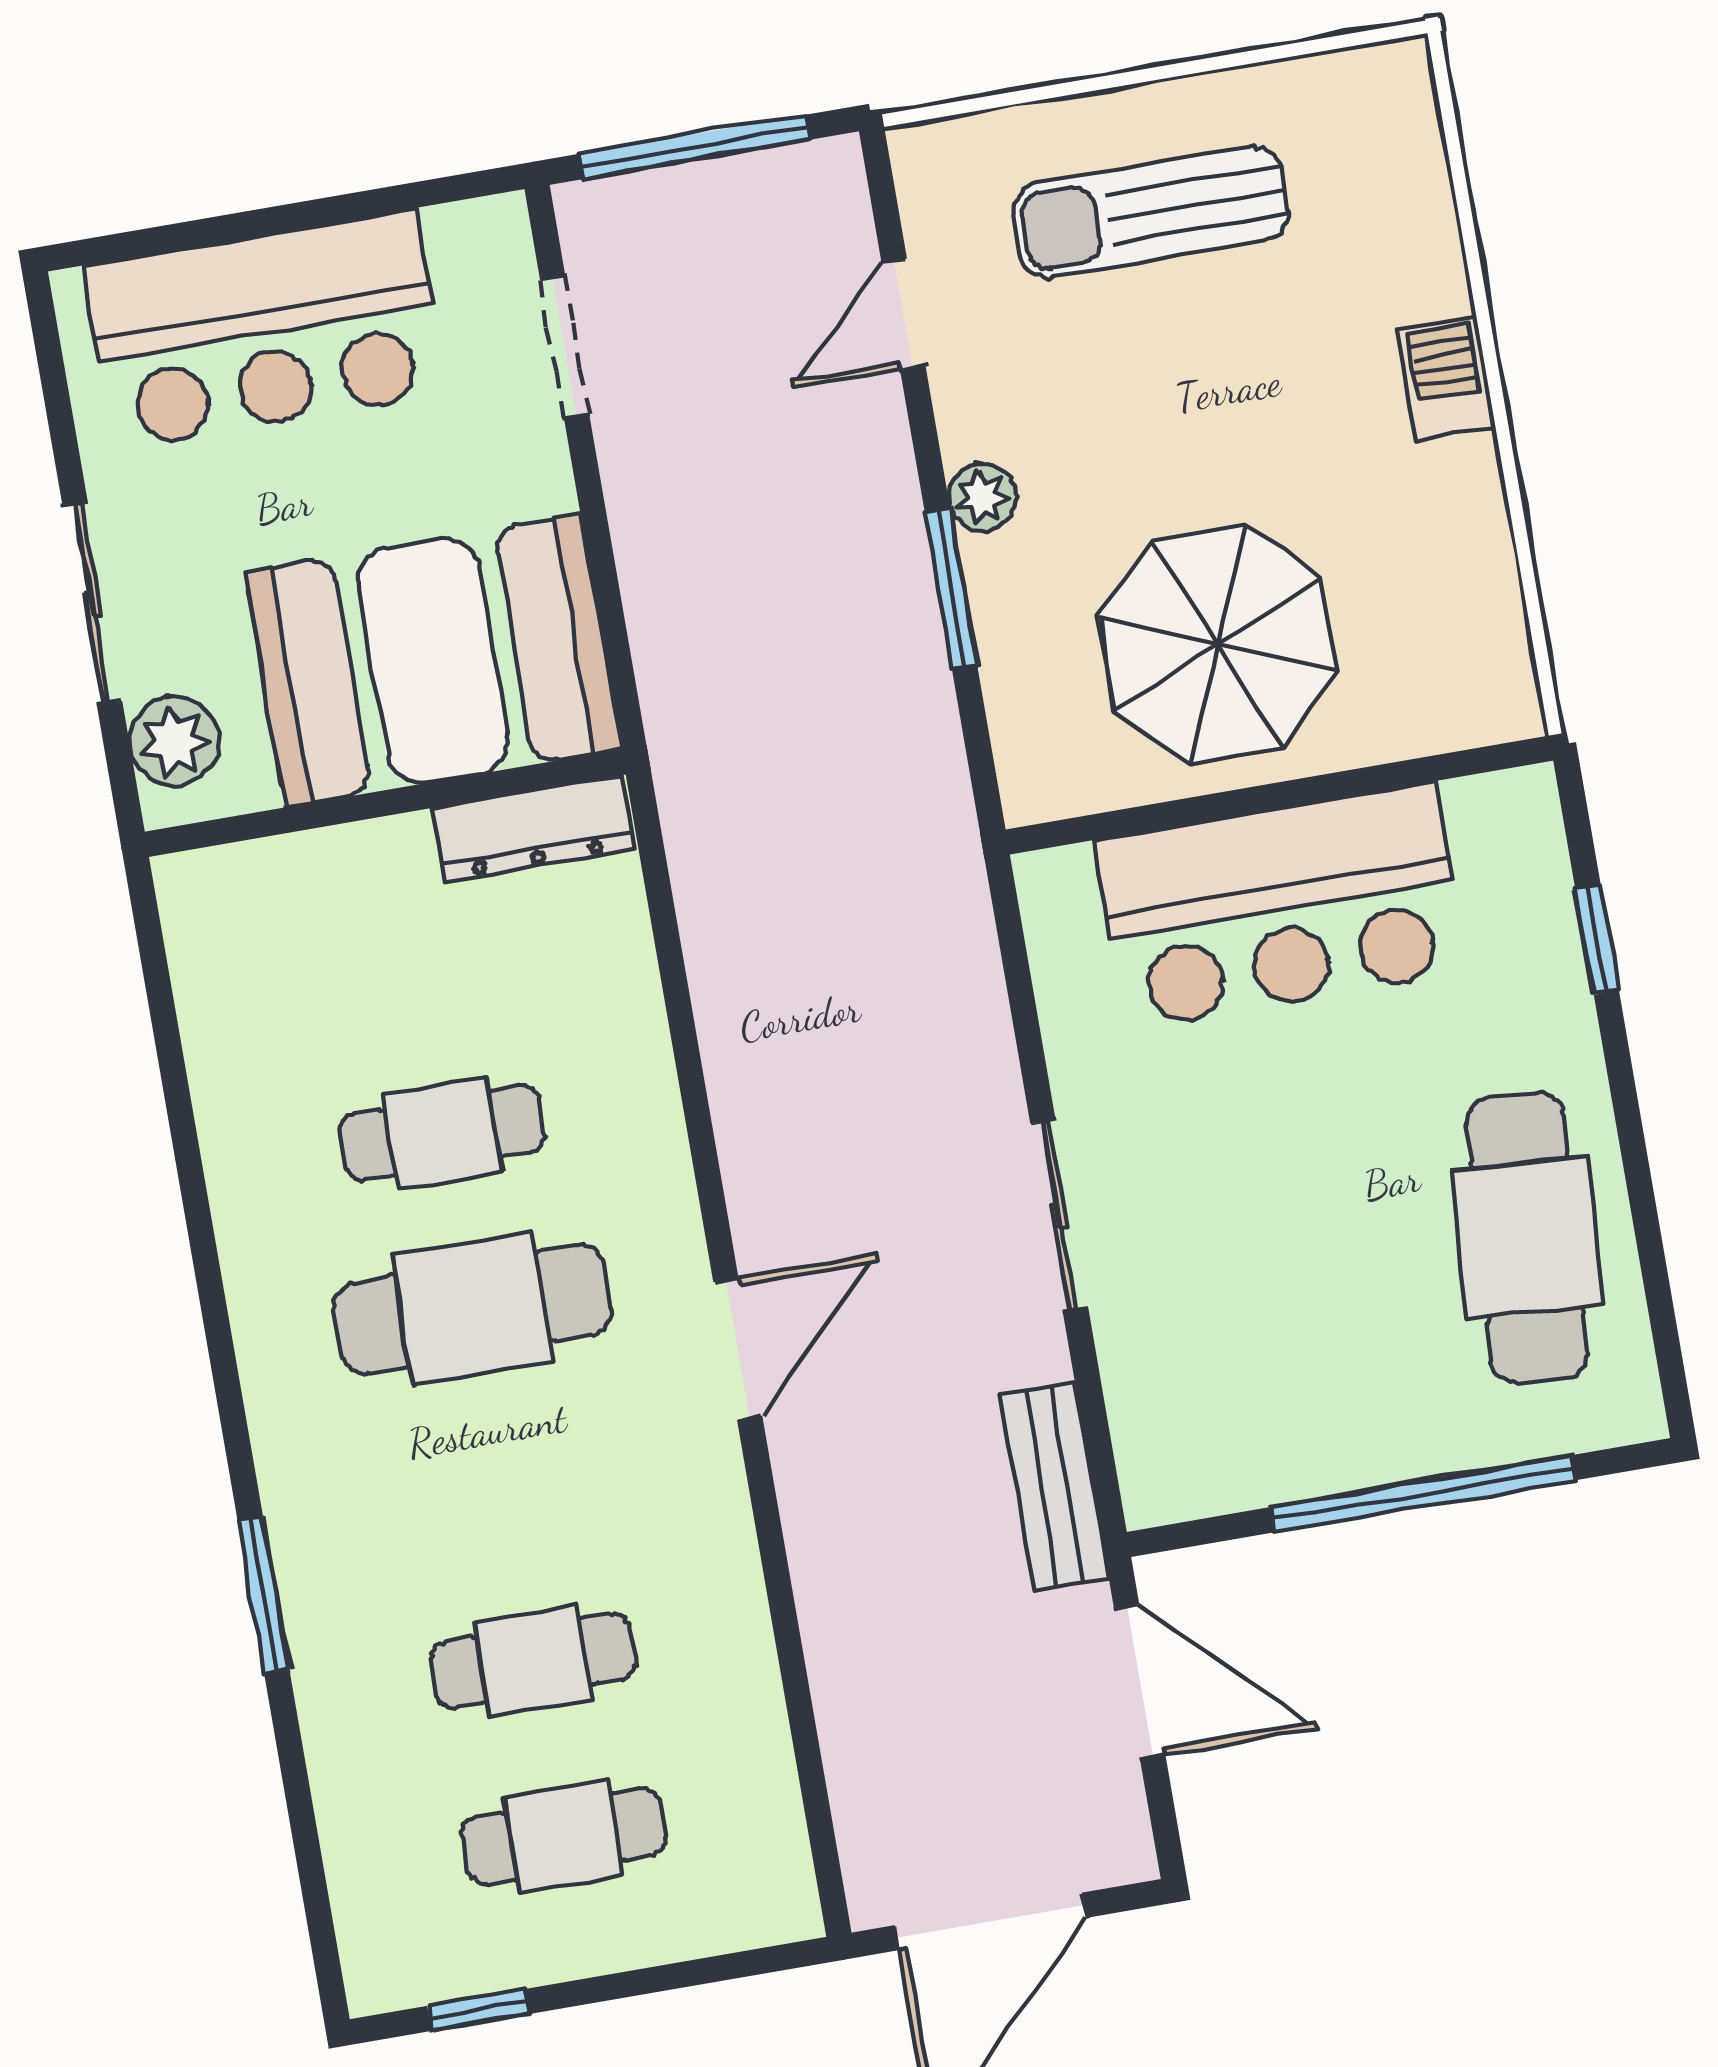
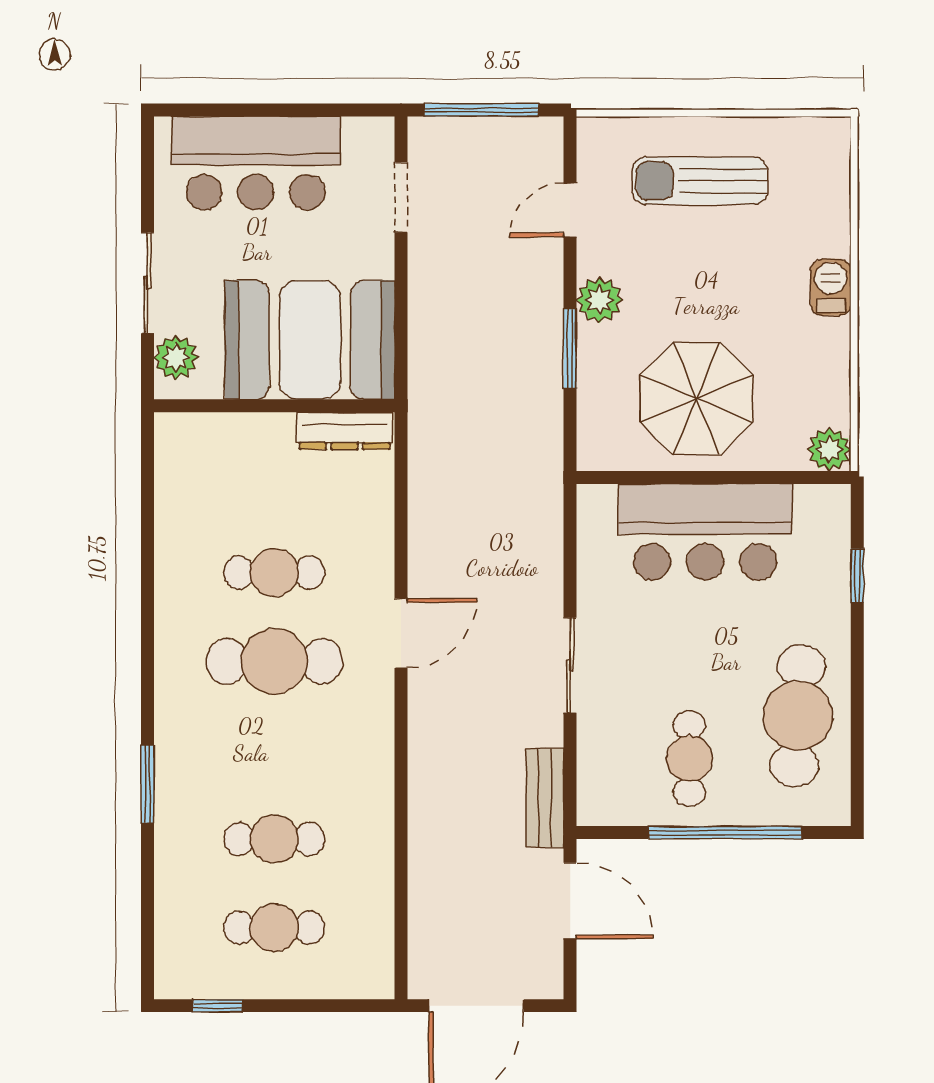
plant: (982, 497) -> (599, 300), width x1.38, depth x1.38
plant: (1499, 700) -> (829, 450), added
door: (738, 1349) -> (401, 633), moved
cafe table: (1327, 1360) -> (689, 759), added

